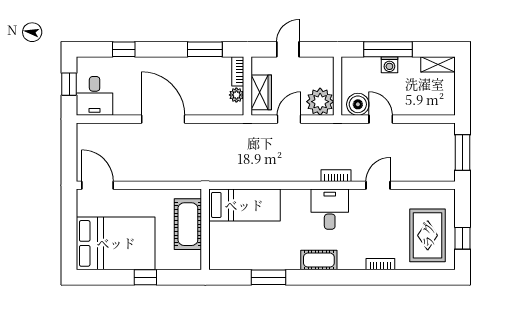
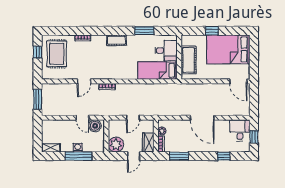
wardrobe: (261, 92) -> (148, 142), moved
plant: (320, 102) -> (116, 145), moved
desk: (330, 209) -> (166, 51), moved, turned -90

